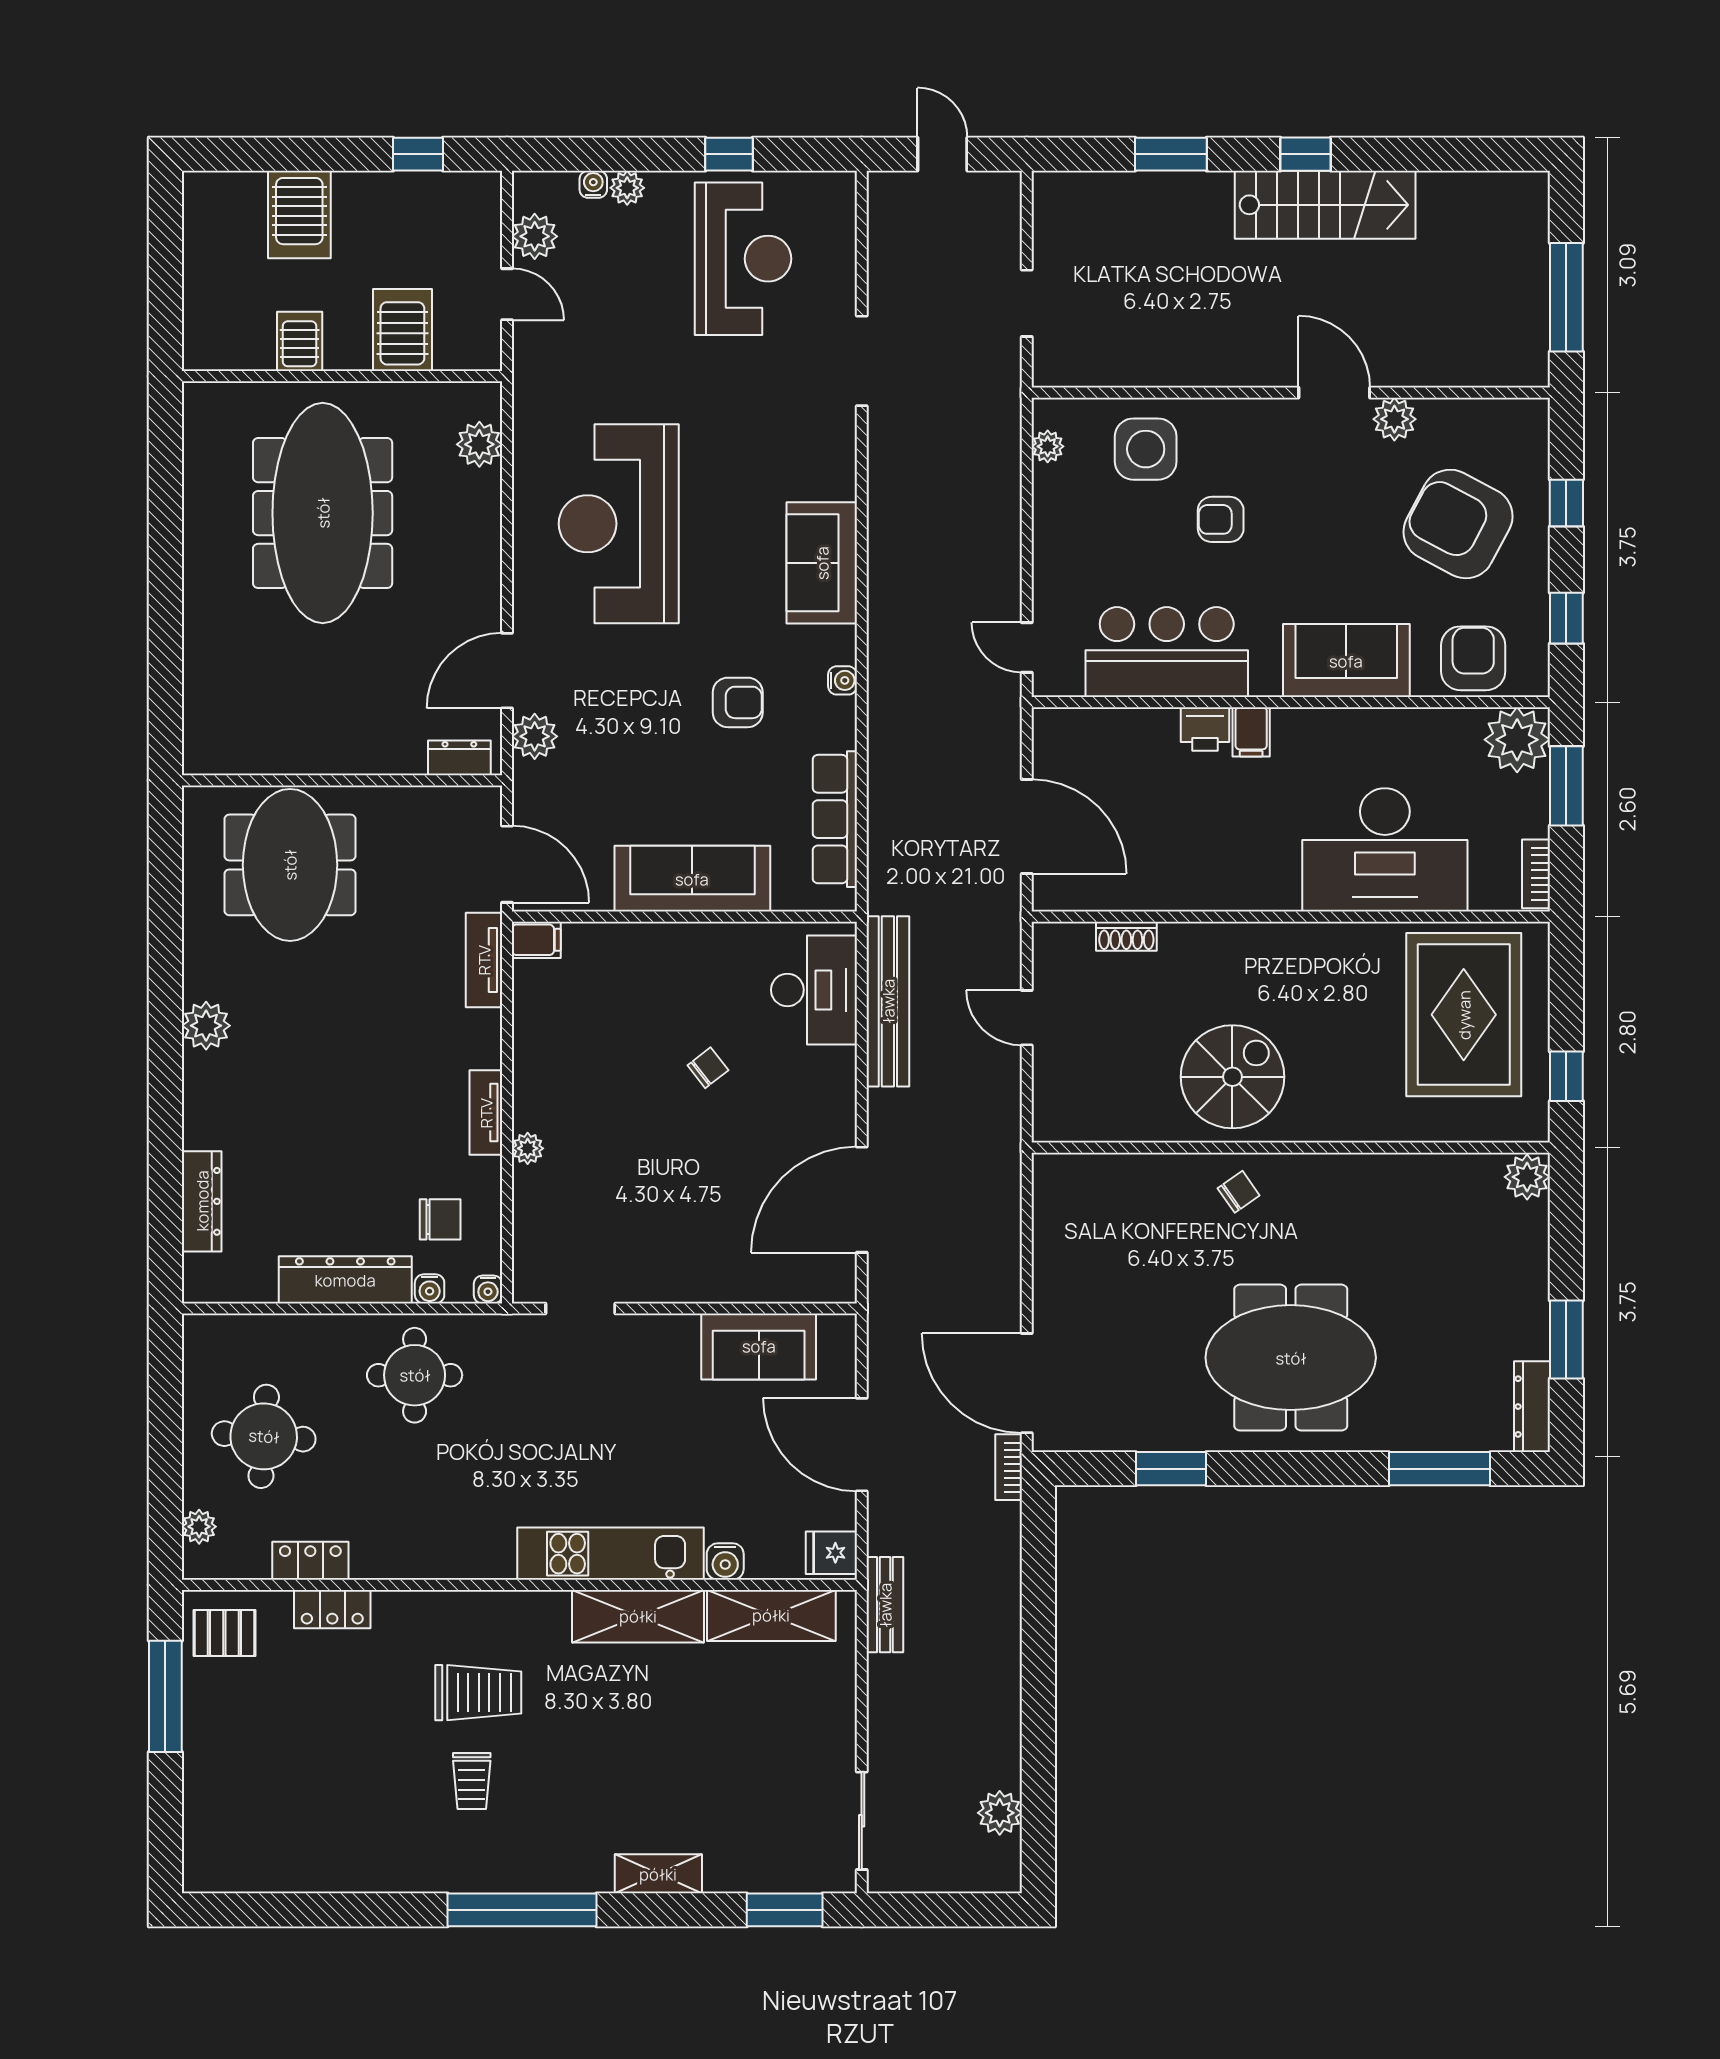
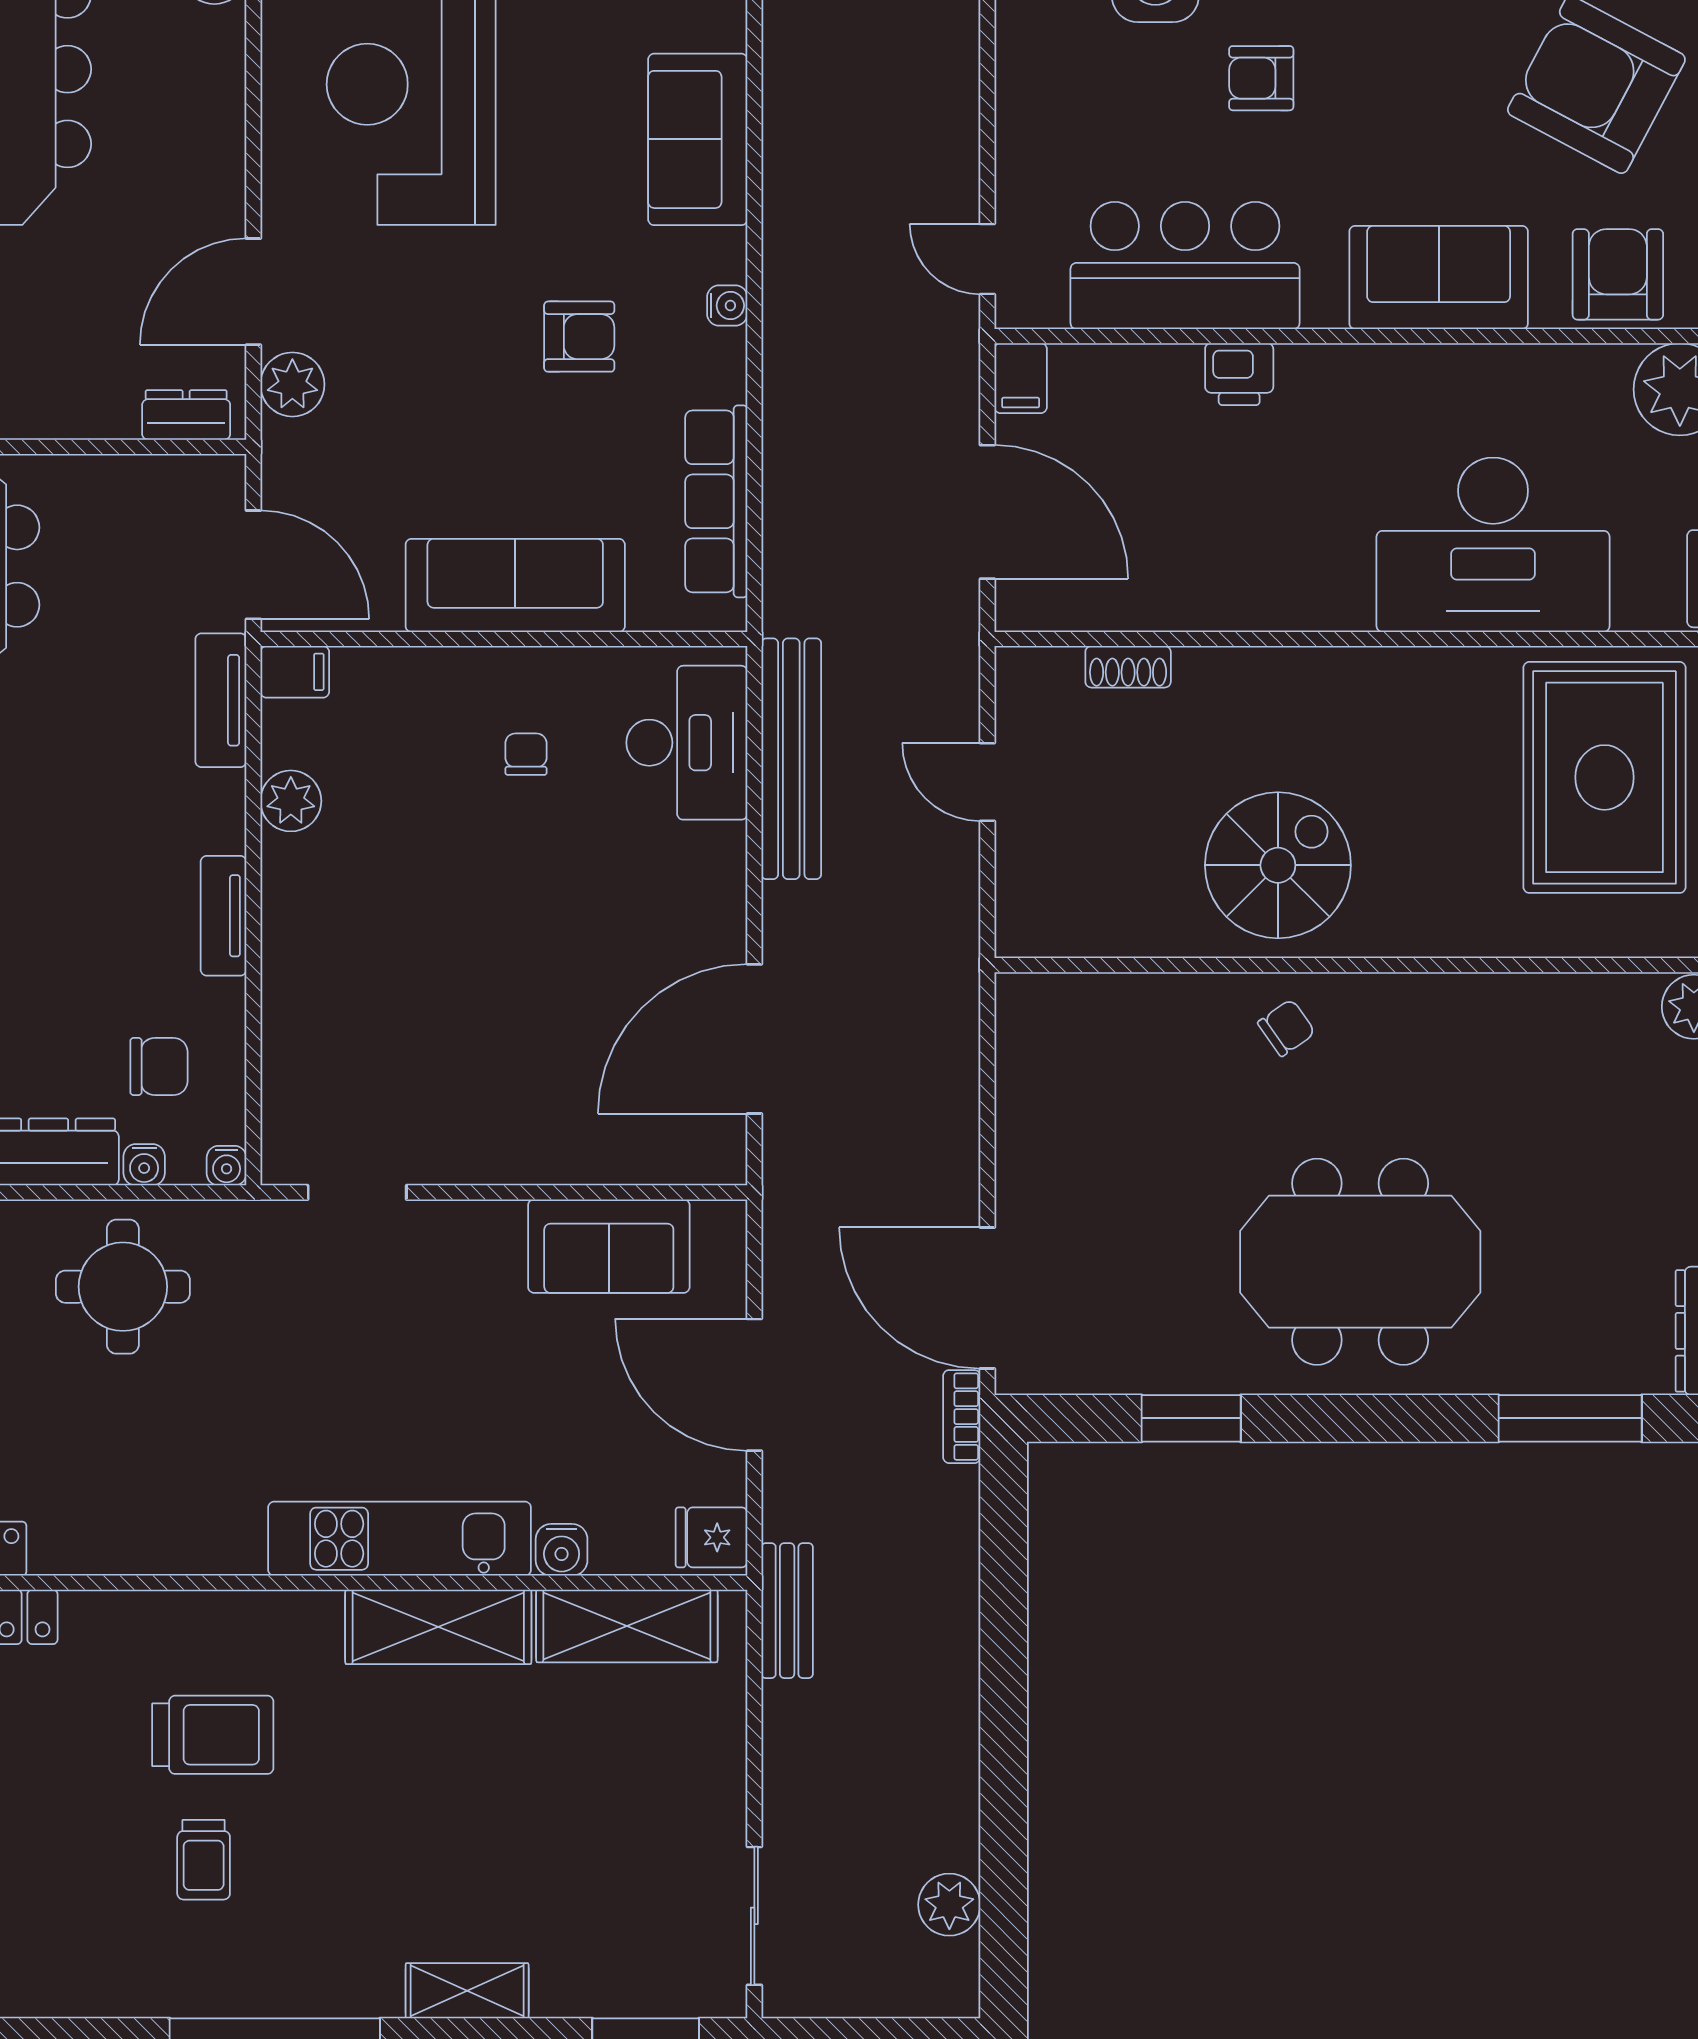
filing cabinet: (1251, 732) -> (1021, 378), moved
chair: (708, 1068) -> (526, 754), moved, turned -52
plant: (528, 1148) -> (291, 801), moved, width x1.38, depth x1.38

